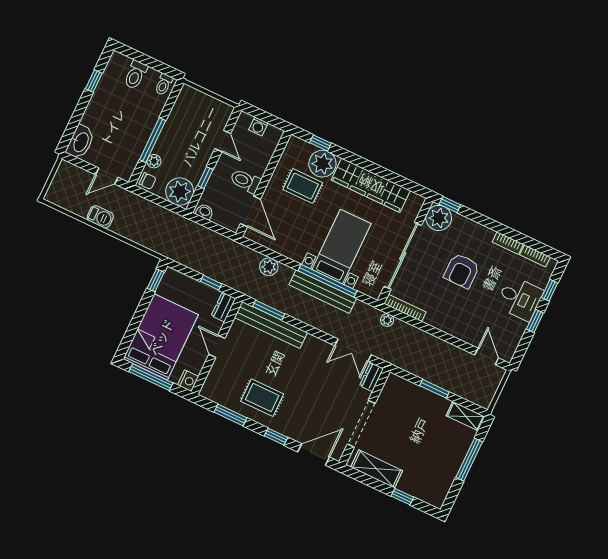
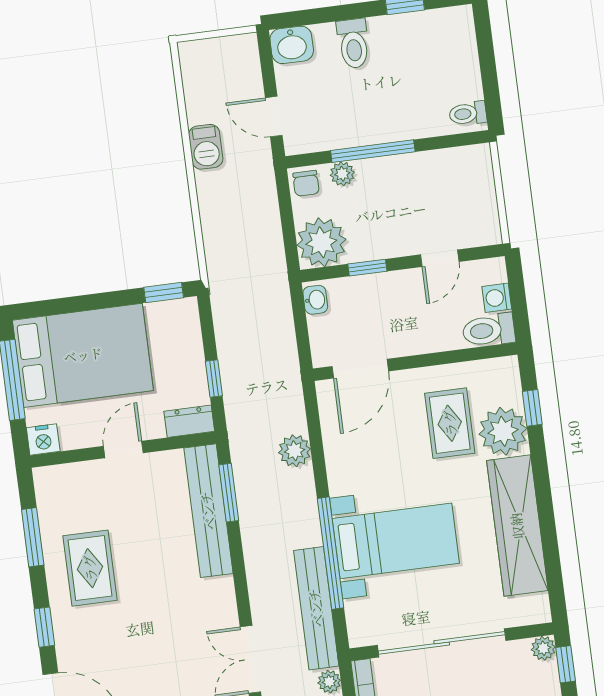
toilet: (135, 75) -> (353, 44), moved, turned -90
washbasin: (81, 142) -> (292, 45), width x0.72
toilet: (245, 181) -> (489, 330), moved, turned -90
plant: (439, 218) -> (543, 648), width x0.53, depth x0.53
bench: (323, 292) -> (316, 608), moved

